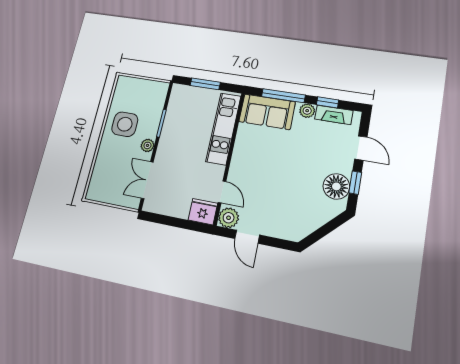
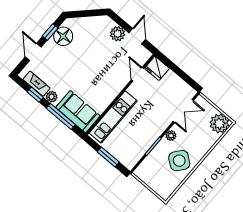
side table: (125, 124) -> (179, 161), turned 38
plant: (99, 189) -> (219, 124), added
plant: (229, 218) -> (118, 34), moved

